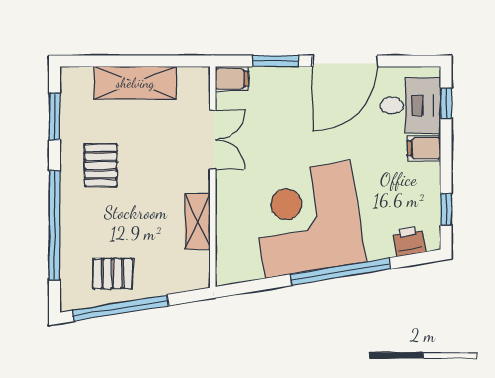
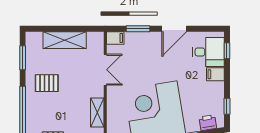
door: (345, 61) -> (174, 29), width x0.73
pallet: (101, 165) -> (47, 83), turned 90

